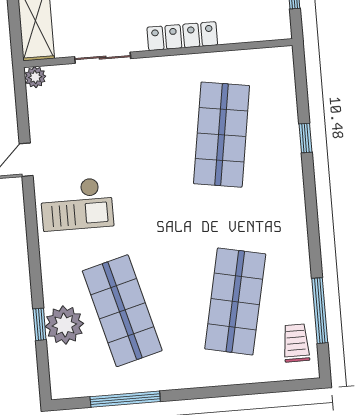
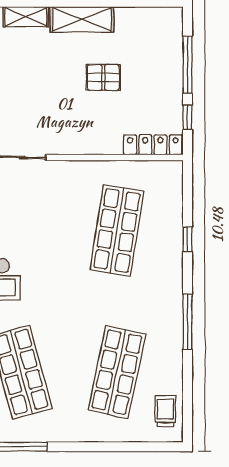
locker: (182, 36) -> (153, 145), moved
window: (320, 311) -> (187, 322), moved

